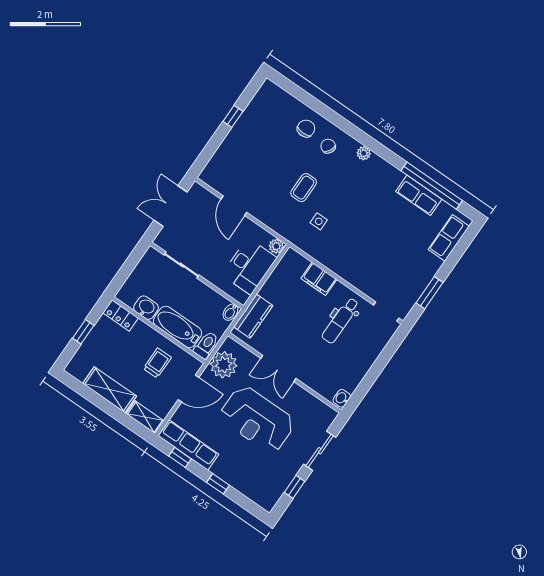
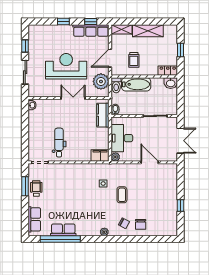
filing cabinet: (319, 279) -> (100, 155), moved
wheelchair: (416, 279) -> (36, 189), added
washbasin: (146, 308) -> (171, 83), moved

